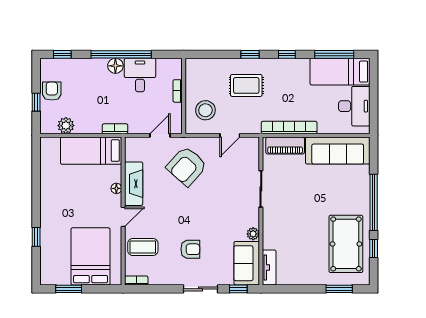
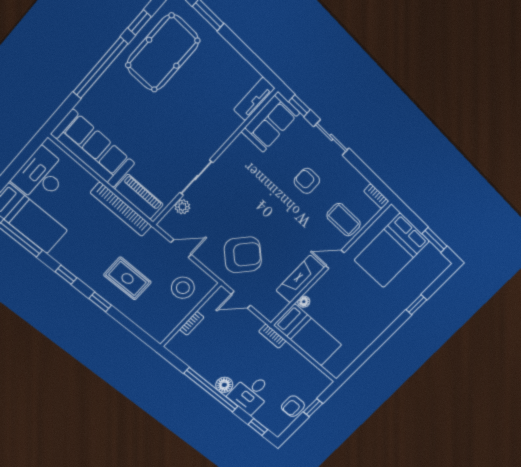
desk: (140, 75) -> (251, 394), moved
plant: (66, 126) -> (308, 371), removed
floor lamp: (116, 188) -> (304, 302), moved
plant: (253, 234) -> (182, 207), moved

